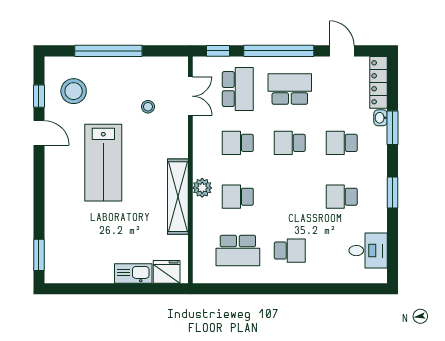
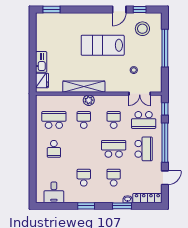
school desk: (290, 143) -> (114, 149), width x1.85
school desk: (238, 251) -> (54, 120), turned 90

